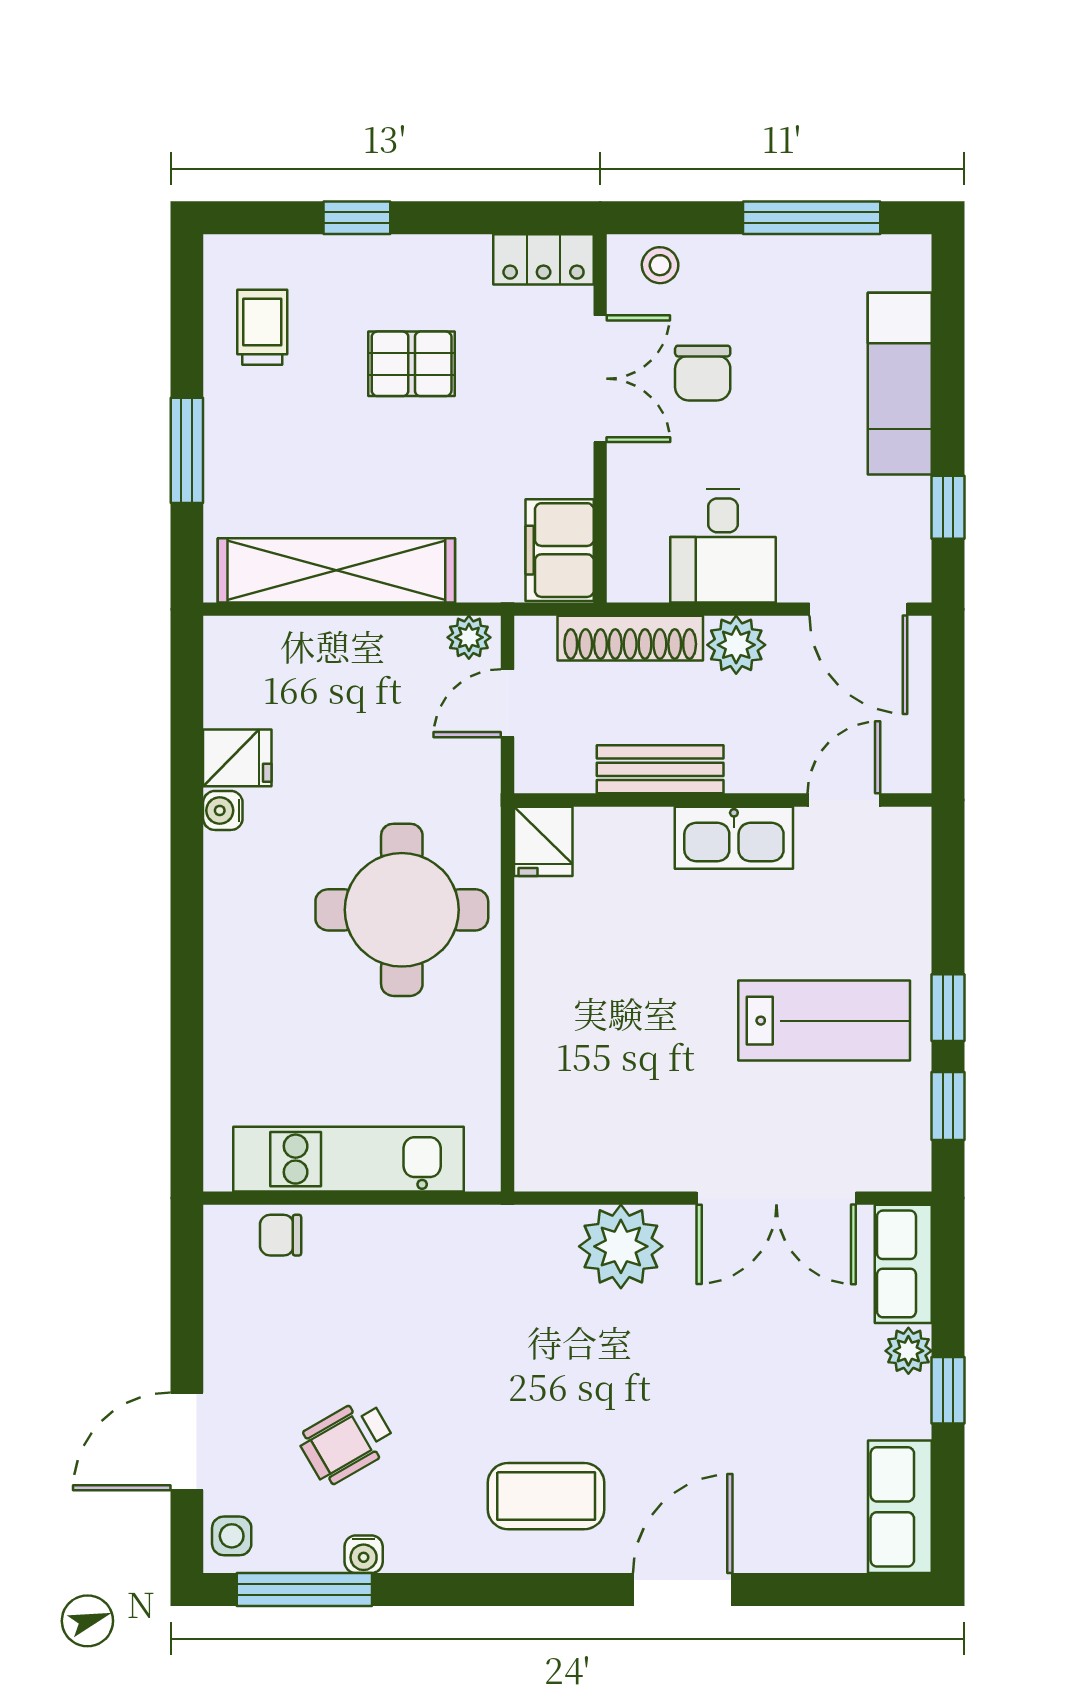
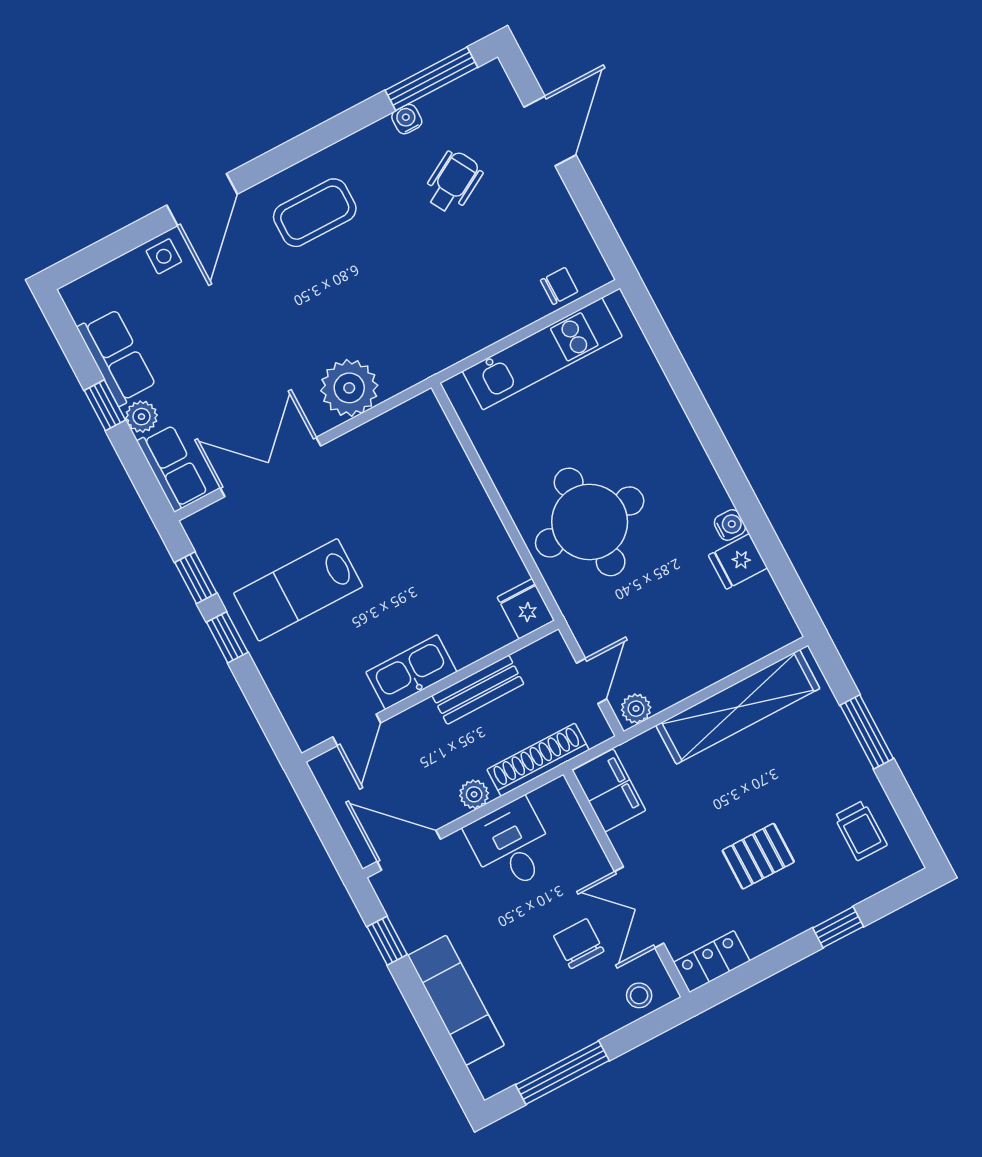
plant: (736, 645) -> (474, 794), width x0.73, depth x0.73
row of seats: (900, 1507) -> (117, 357), moved
side table: (232, 1536) -> (164, 256), moved

